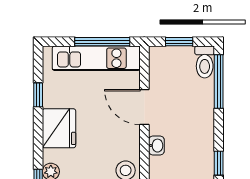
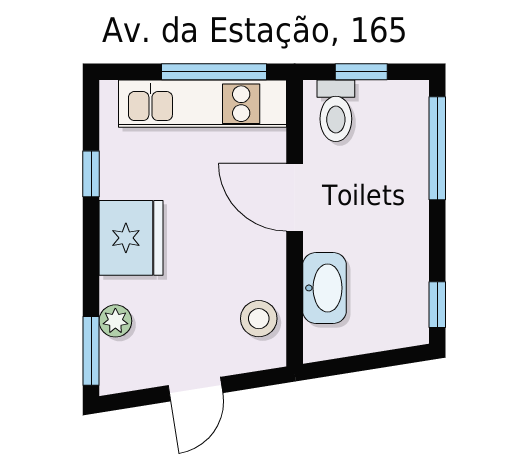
toilet: (205, 62) -> (336, 111), moved
washbasin: (156, 146) -> (325, 288), width x1.91, depth x1.45

